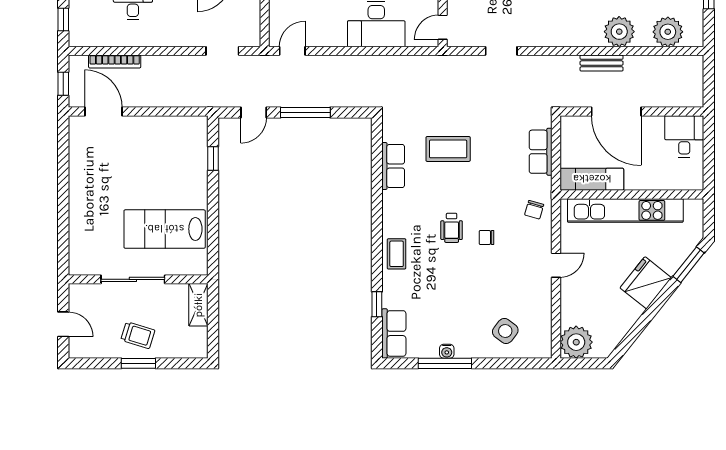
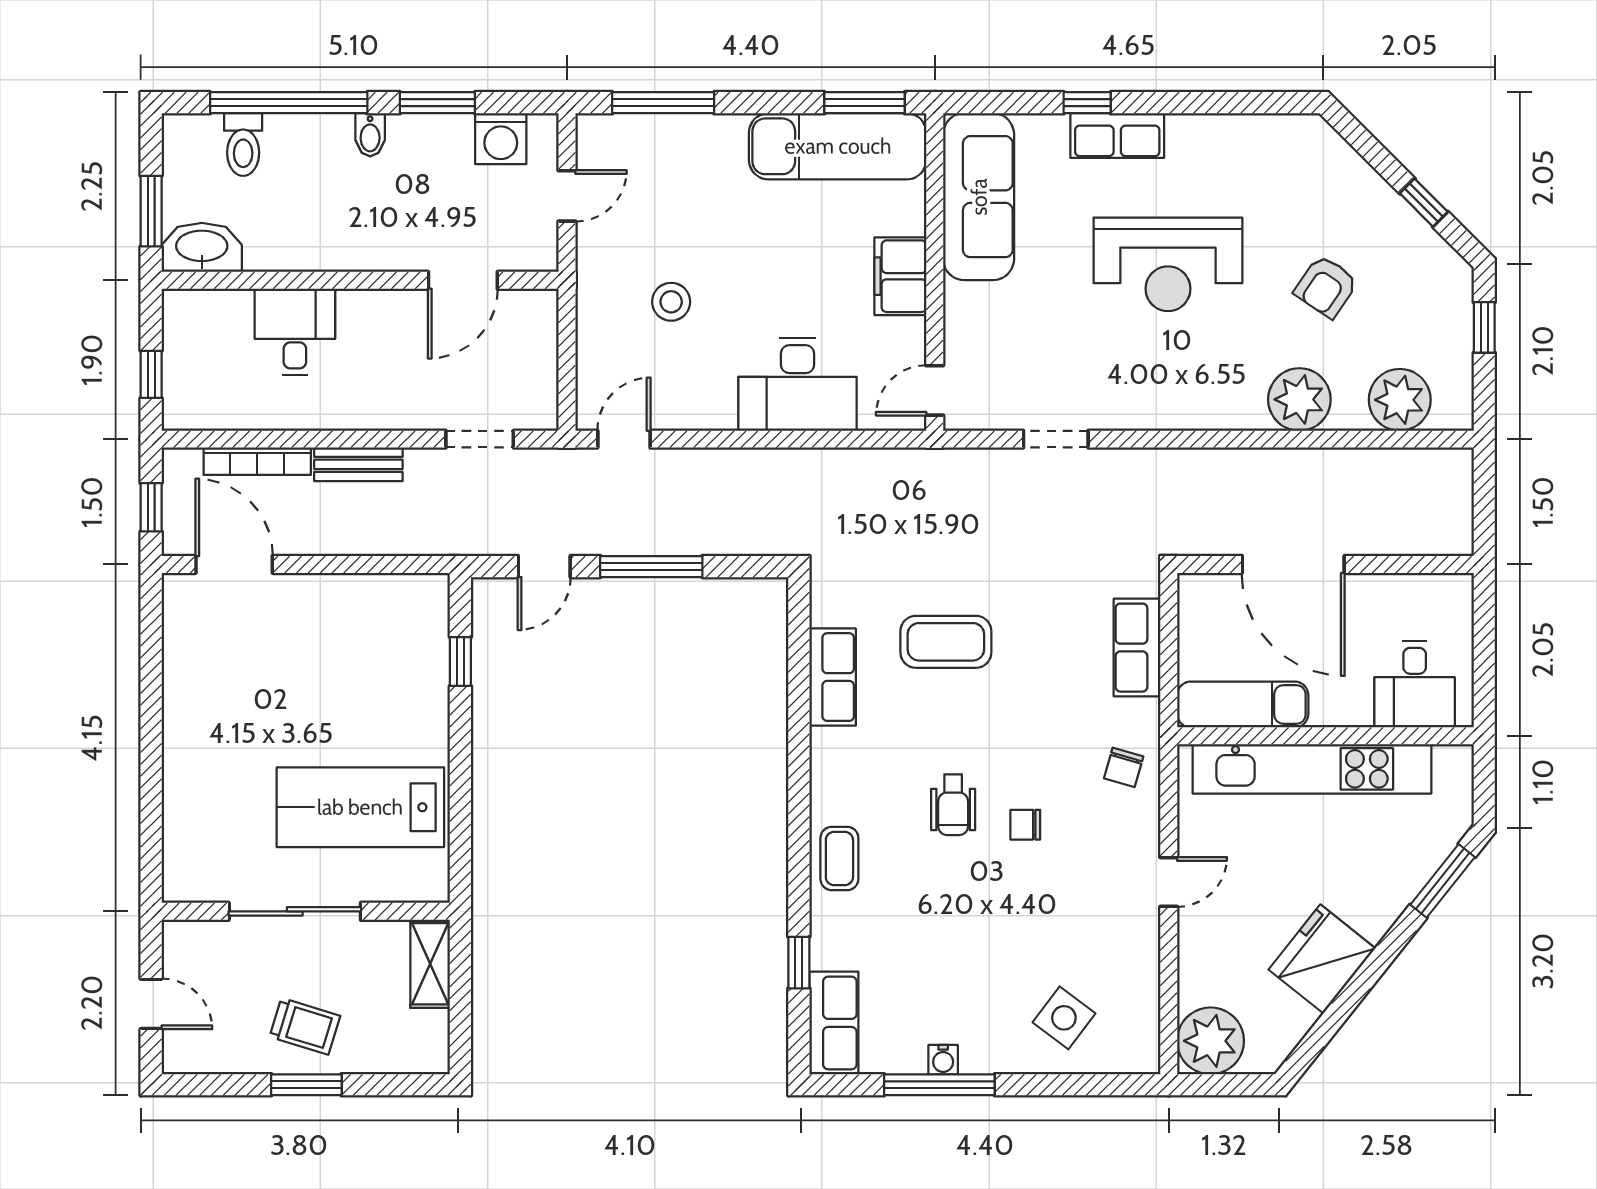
bench: (602, 63) -> (358, 464), moved
desk: (684, 137) -> (1415, 684), moved, turned 180
fridge: (646, 283) -> (1322, 959), moved

